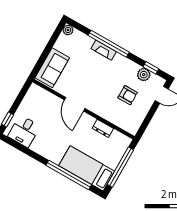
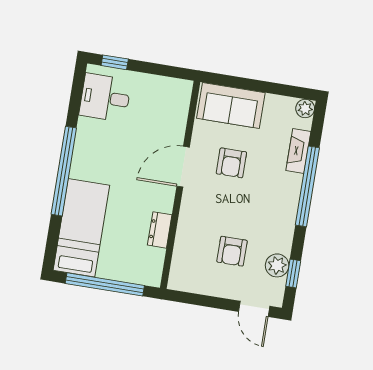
fireplace: (104, 50) -> (298, 151), moved
armchair: (82, 78) -> (231, 163), added
window: (69, 175) -> (64, 171), moved

